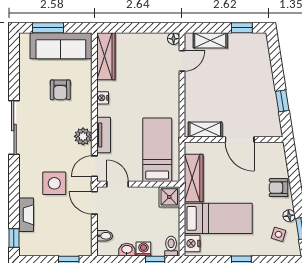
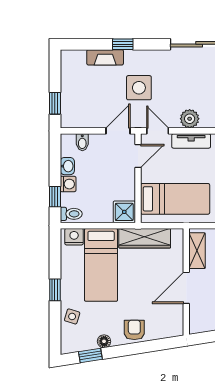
side table: (278, 234) -> (72, 316), moved
window: (14, 238) -> (123, 44), moved

